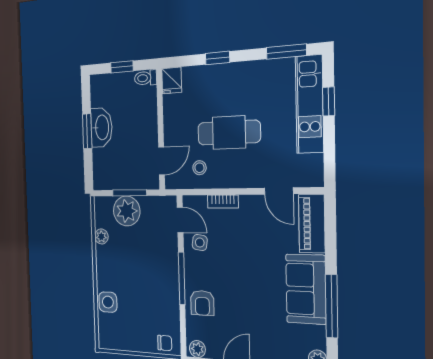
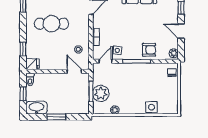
window: (217, 58) -> (23, 49), moved
washbasin: (101, 127) -> (36, 108), moved
cafe table: (229, 133) -> (51, 24), moved, turned 90

